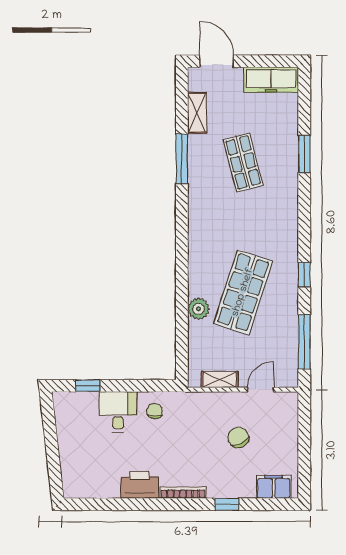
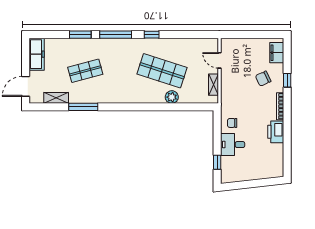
window: (304, 342) -> (116, 35), moved
chair: (238, 437) -> (263, 79), moved

